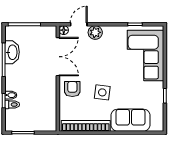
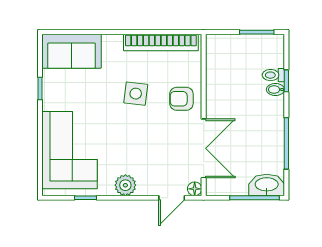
plant: (95, 32) -> (125, 185), moved
washbasin: (12, 52) -> (267, 185), moved, turned 90
double door: (58, 57) -> (204, 148), swing flipped
armchair: (72, 89) -> (181, 99), turned 90
sofa: (131, 120) -> (71, 51), moved

